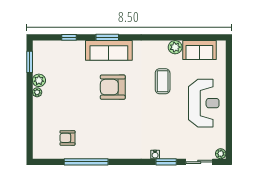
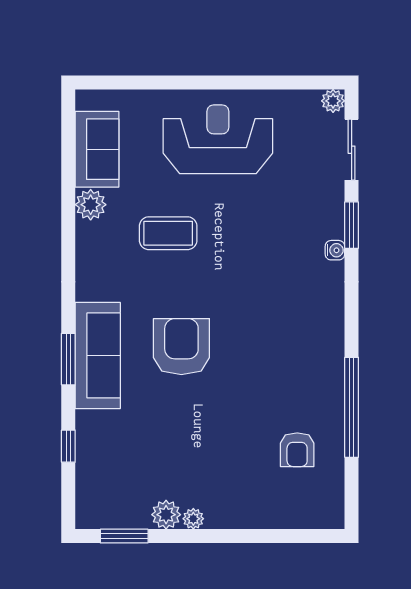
armchair: (113, 87) -> (181, 347), turned 180

